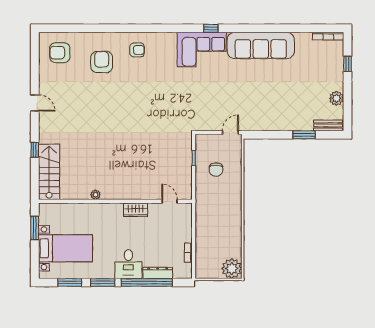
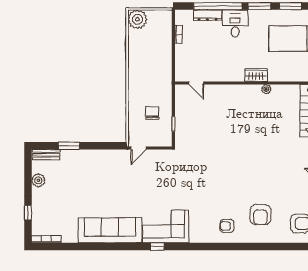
wardrobe: (135, 210) -> (256, 75), moved

